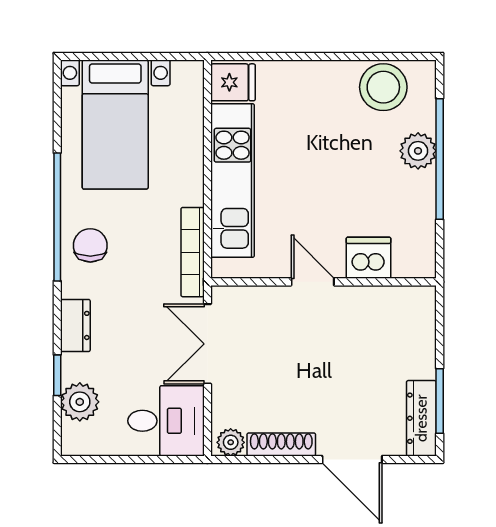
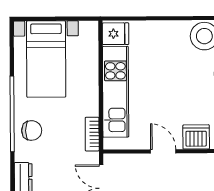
chair: (90, 245) -> (32, 130), turned 90
bookcase: (193, 252) -> (92, 134), width x0.64

